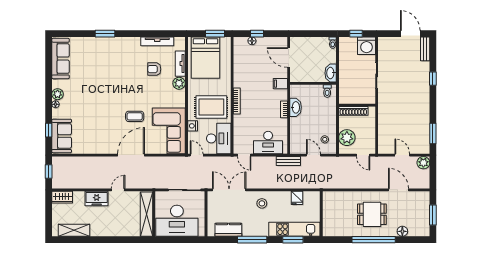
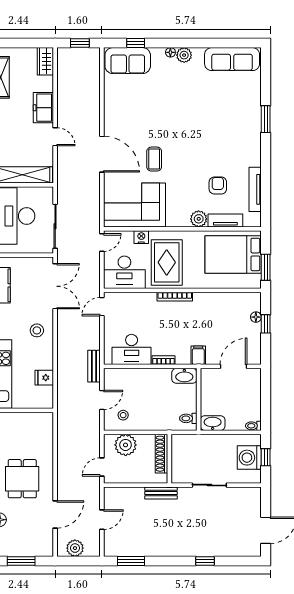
washing machine: (367, 46) -> (249, 458), moved
bench: (425, 49) -> (161, 493), moved
washbasin: (296, 107) -> (184, 376), moved
desk: (268, 143) -> (132, 349), moved, turned -90
plant: (423, 163) -> (75, 548), moved

